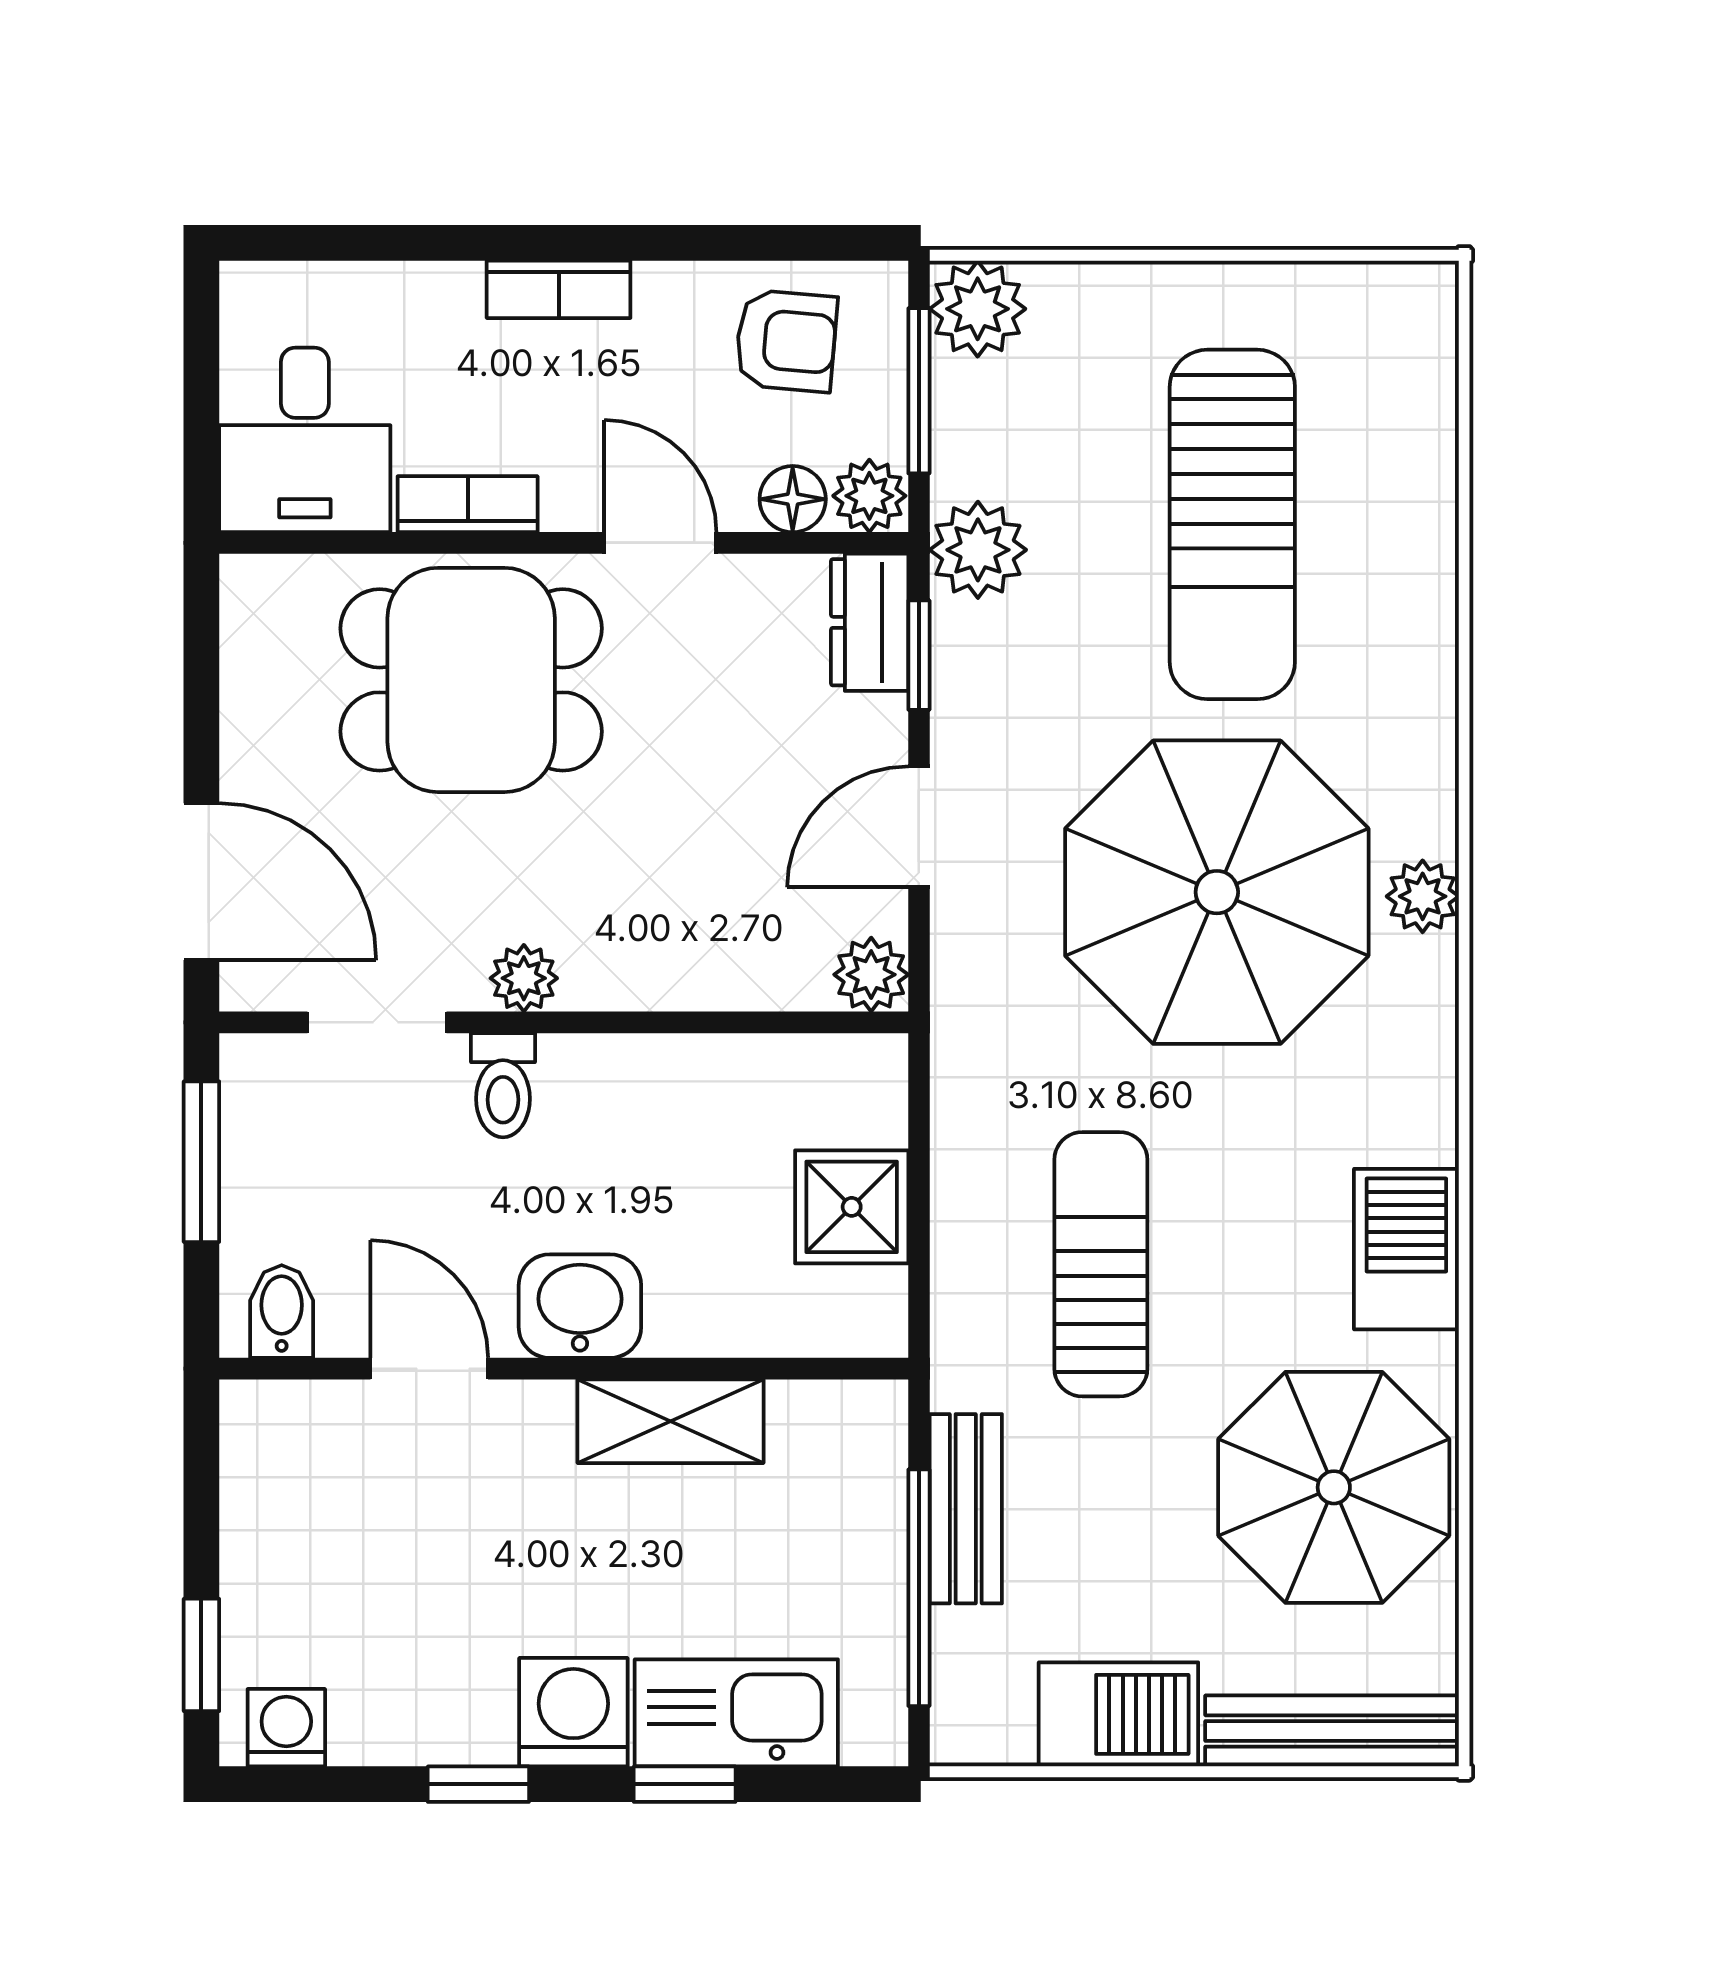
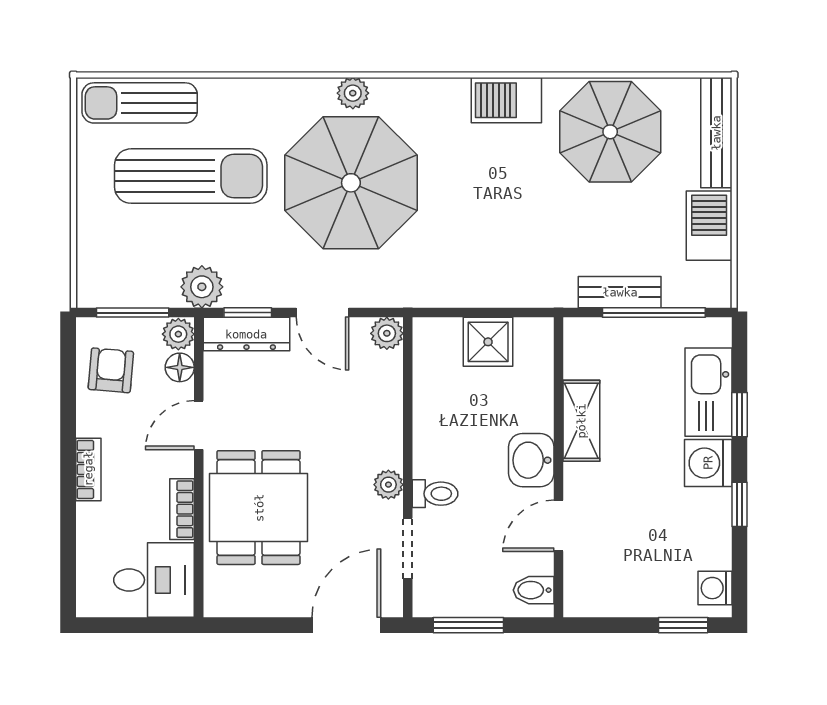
plant: (978, 309) -> (97, 287), removed
dresser: (870, 622) -> (246, 334), width x1.44
sun lounger: (1101, 1264) -> (140, 103), moved

